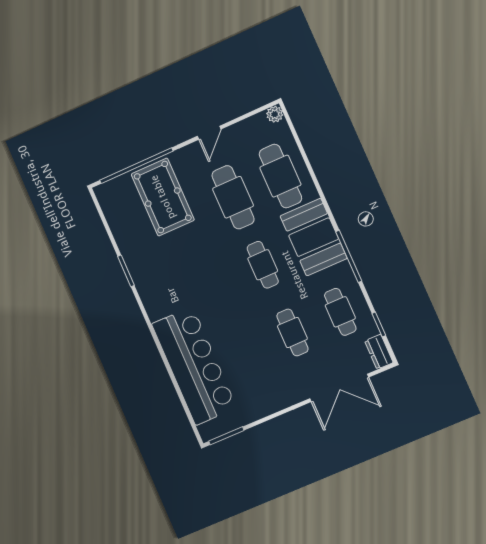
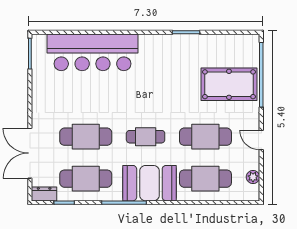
plant: (275, 114) -> (253, 177), moved
cafe table: (340, 312) -> (86, 179), width x1.37, depth x1.35
cafe table: (292, 332) -> (86, 137), width x1.37, depth x1.35

